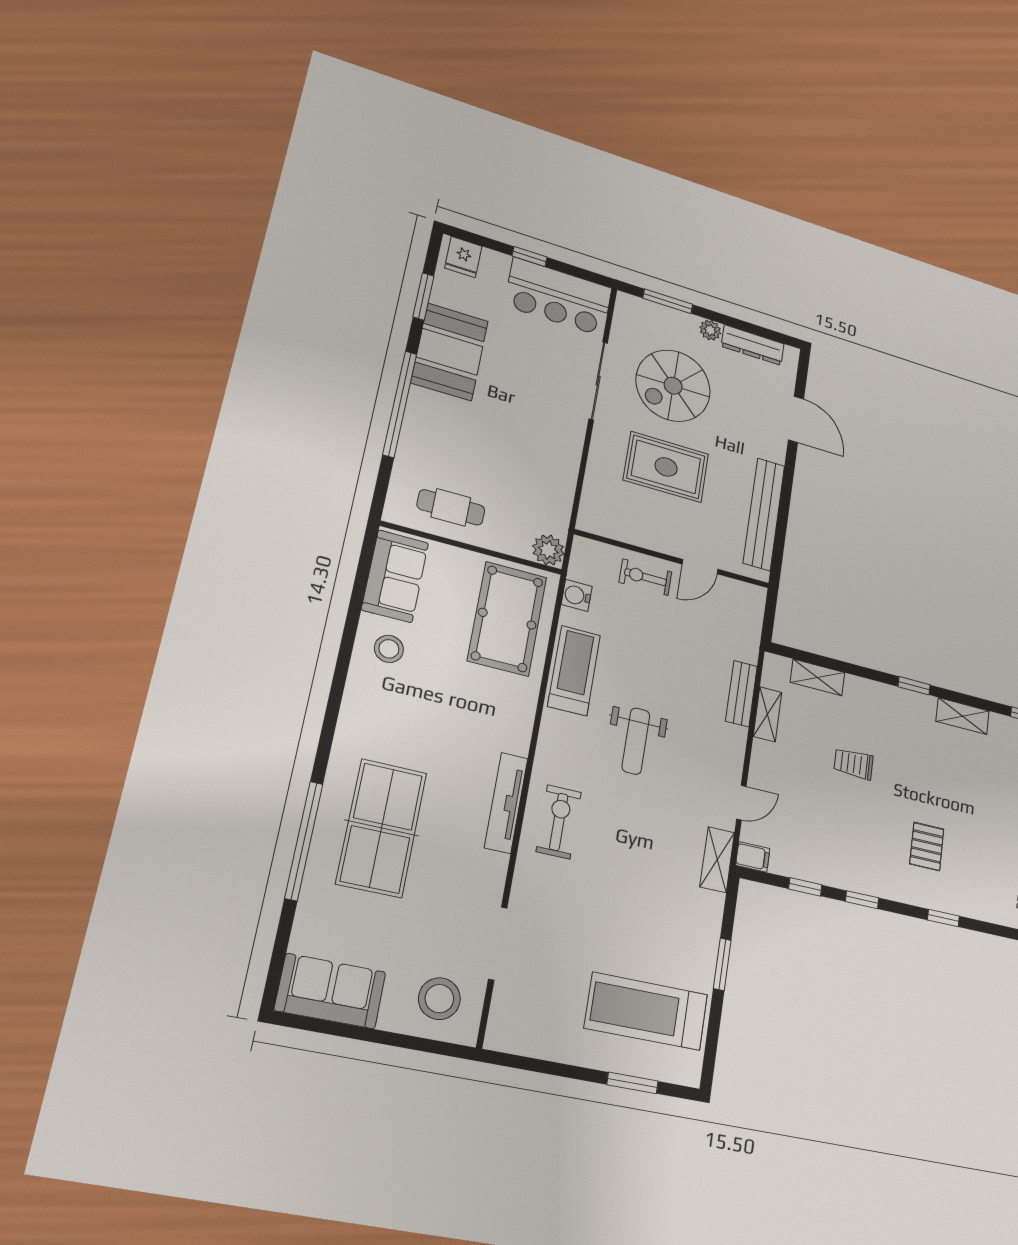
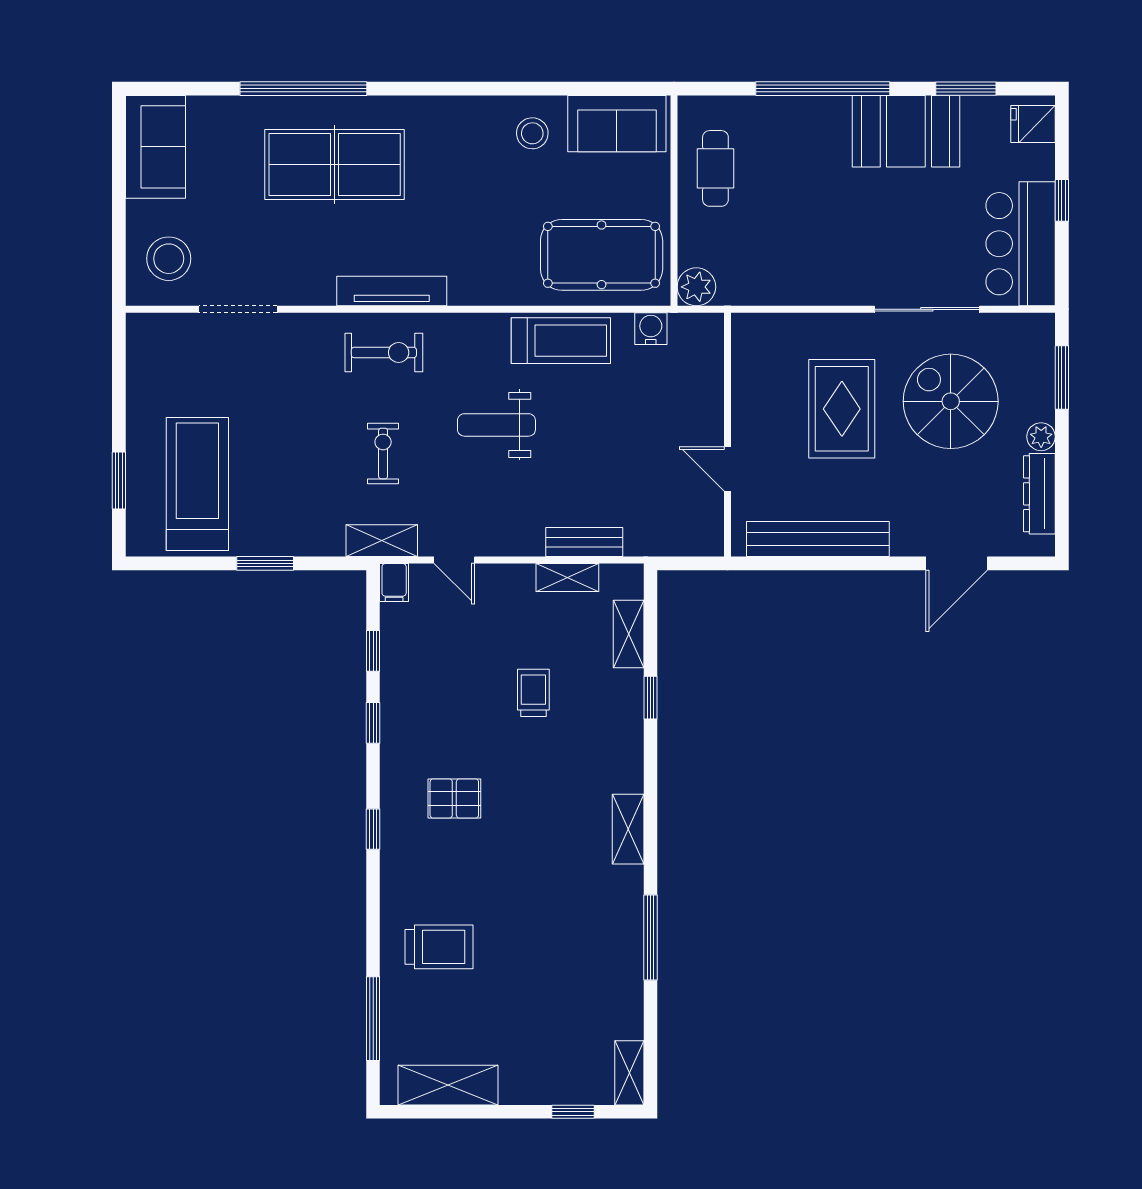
exercise bike: (645, 577) -> (383, 453), moved
window: (914, 686) -> (651, 698), moved

